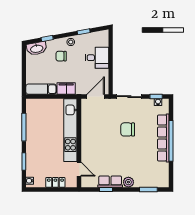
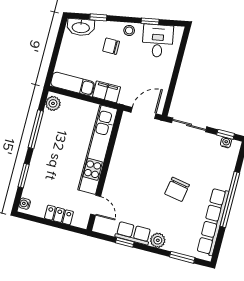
desk: (97, 58) -> (158, 41), moved, turned -100
plant: (31, 106) -> (53, 103), added
chair: (128, 129) -> (177, 189), moved, turned -80
row of seats: (163, 138) -> (213, 222), moved

